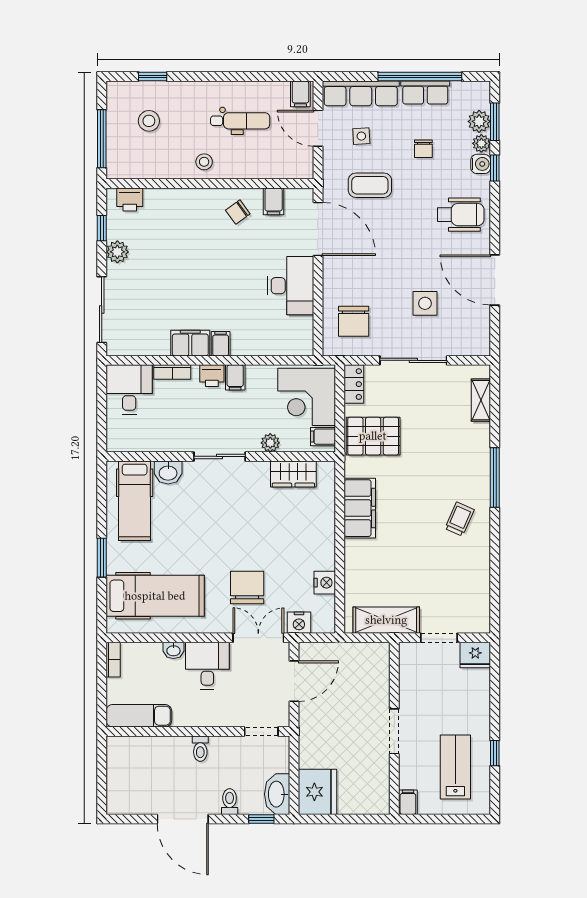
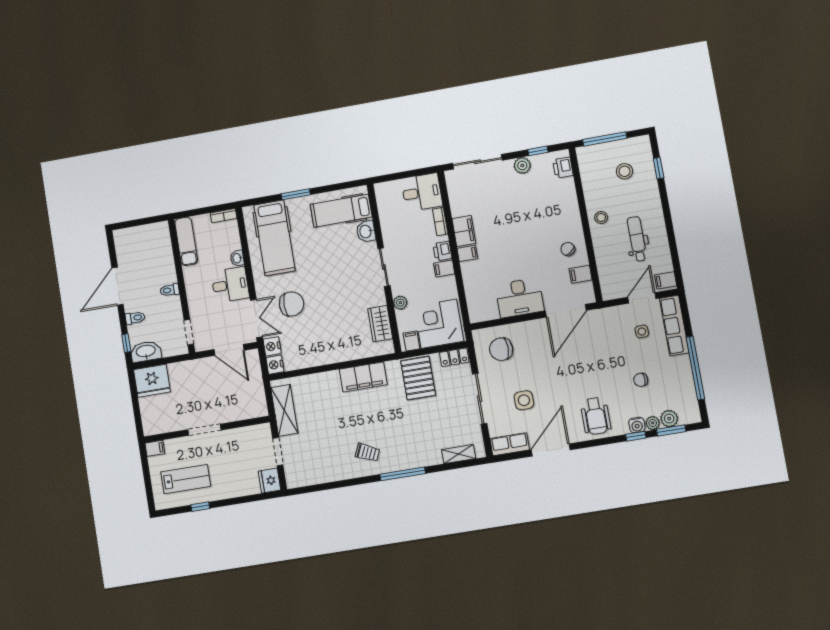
row of seats: (425, 93) -> (510, 444), moved, turned 90
dental chair: (240, 121) -> (637, 239), turned 180
coffee table: (370, 185) -> (606, 344), removed
nightstand: (325, 583) -> (275, 365), moved, turned 90

